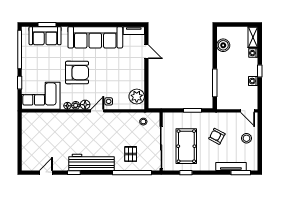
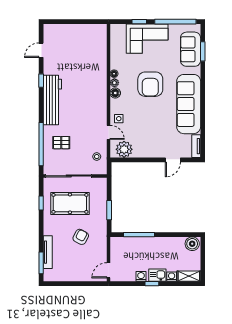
boiler: (223, 45) -> (192, 244), moved
kitchen sink: (252, 66) -> (157, 275), added
corner sofa: (41, 96) -> (147, 39), moved, turned 90
door: (97, 111) -> (108, 132), moved
stool: (246, 138) -> (79, 269), removed
door: (46, 173) -> (41, 50), swing flipped

